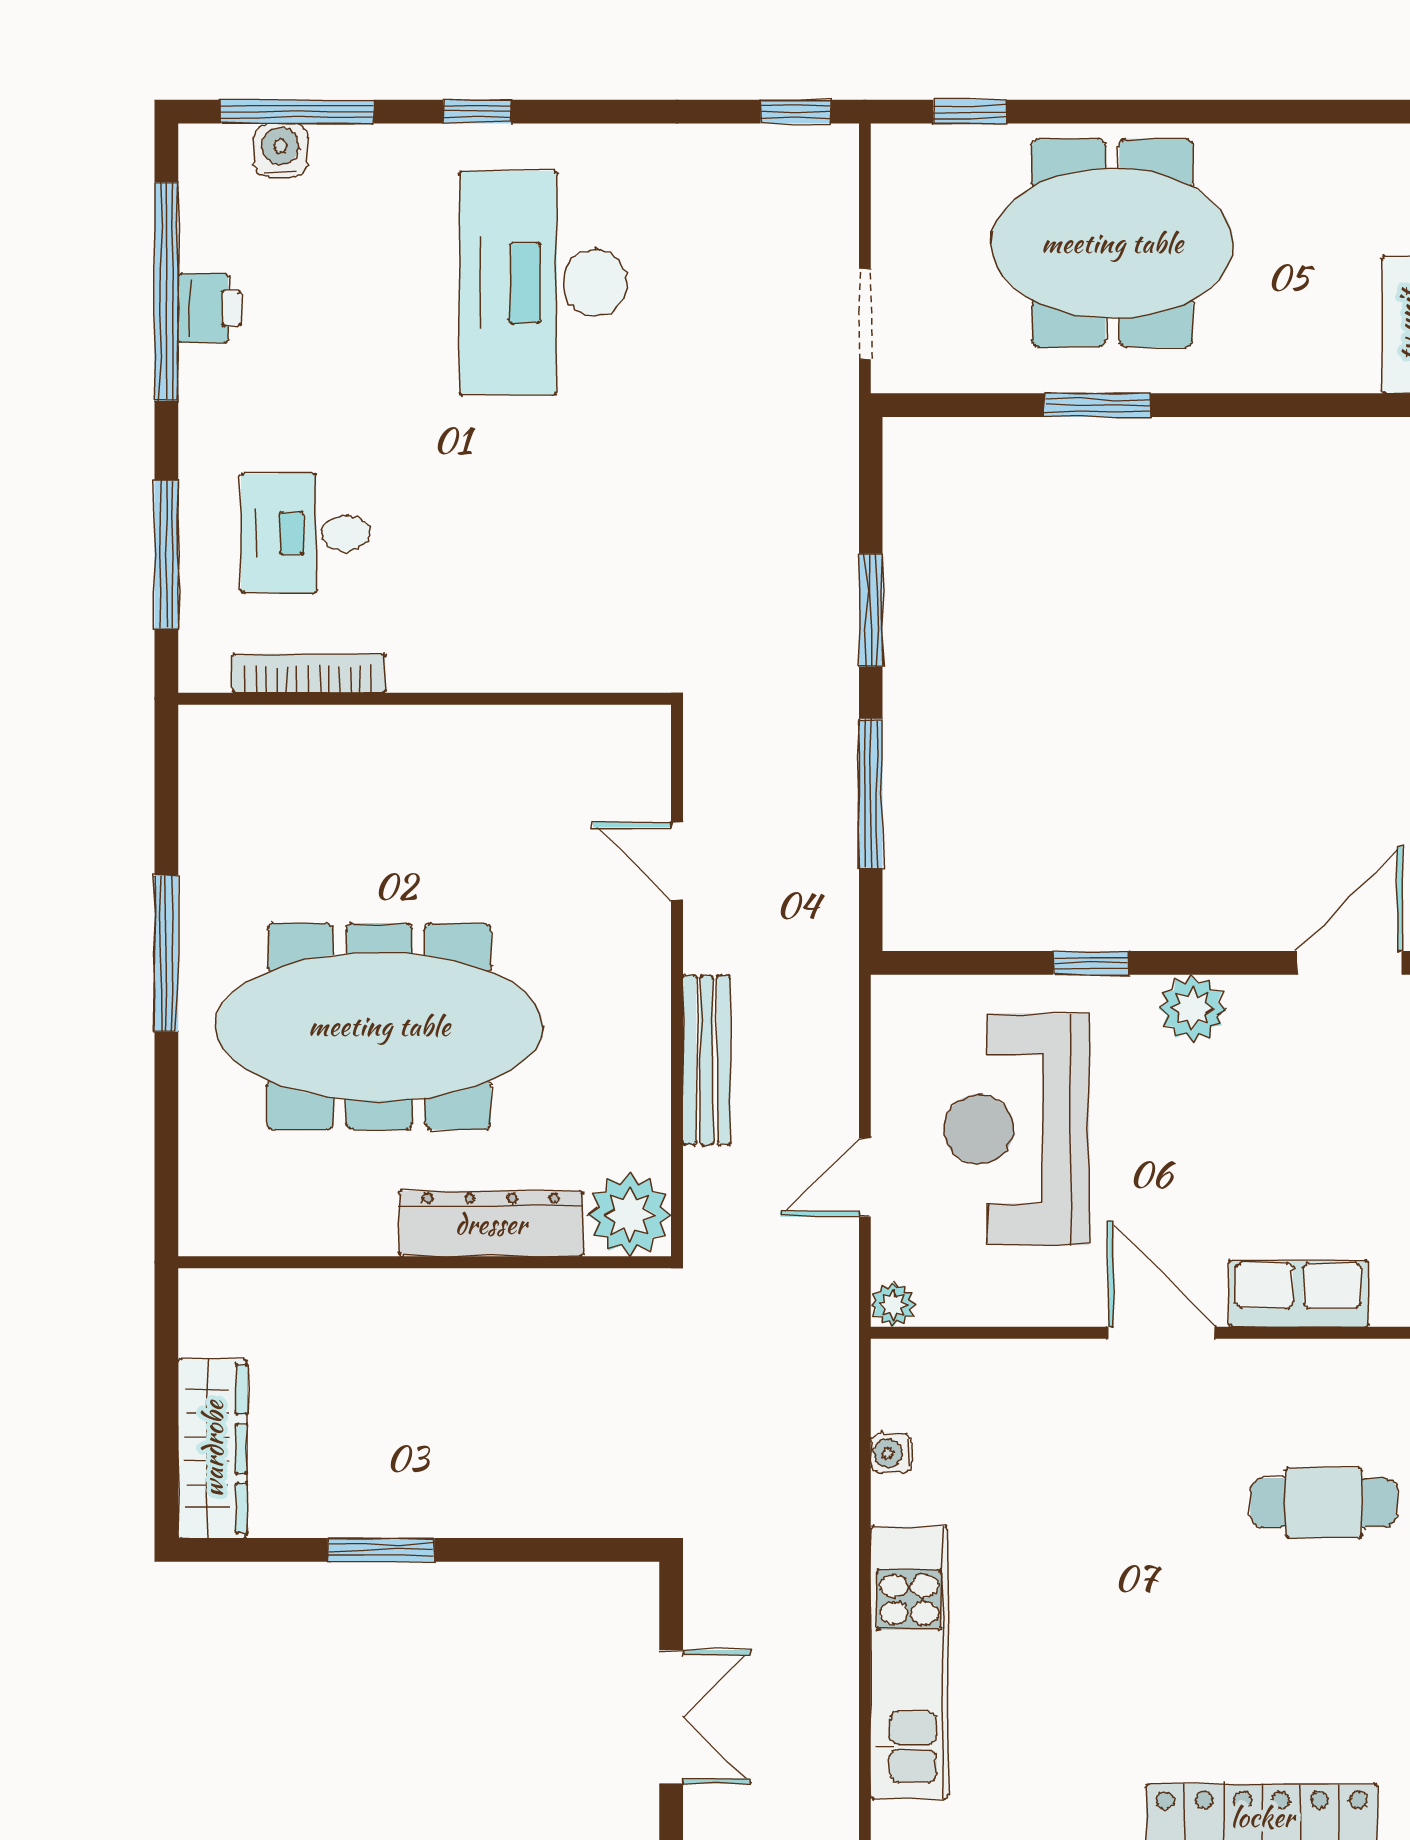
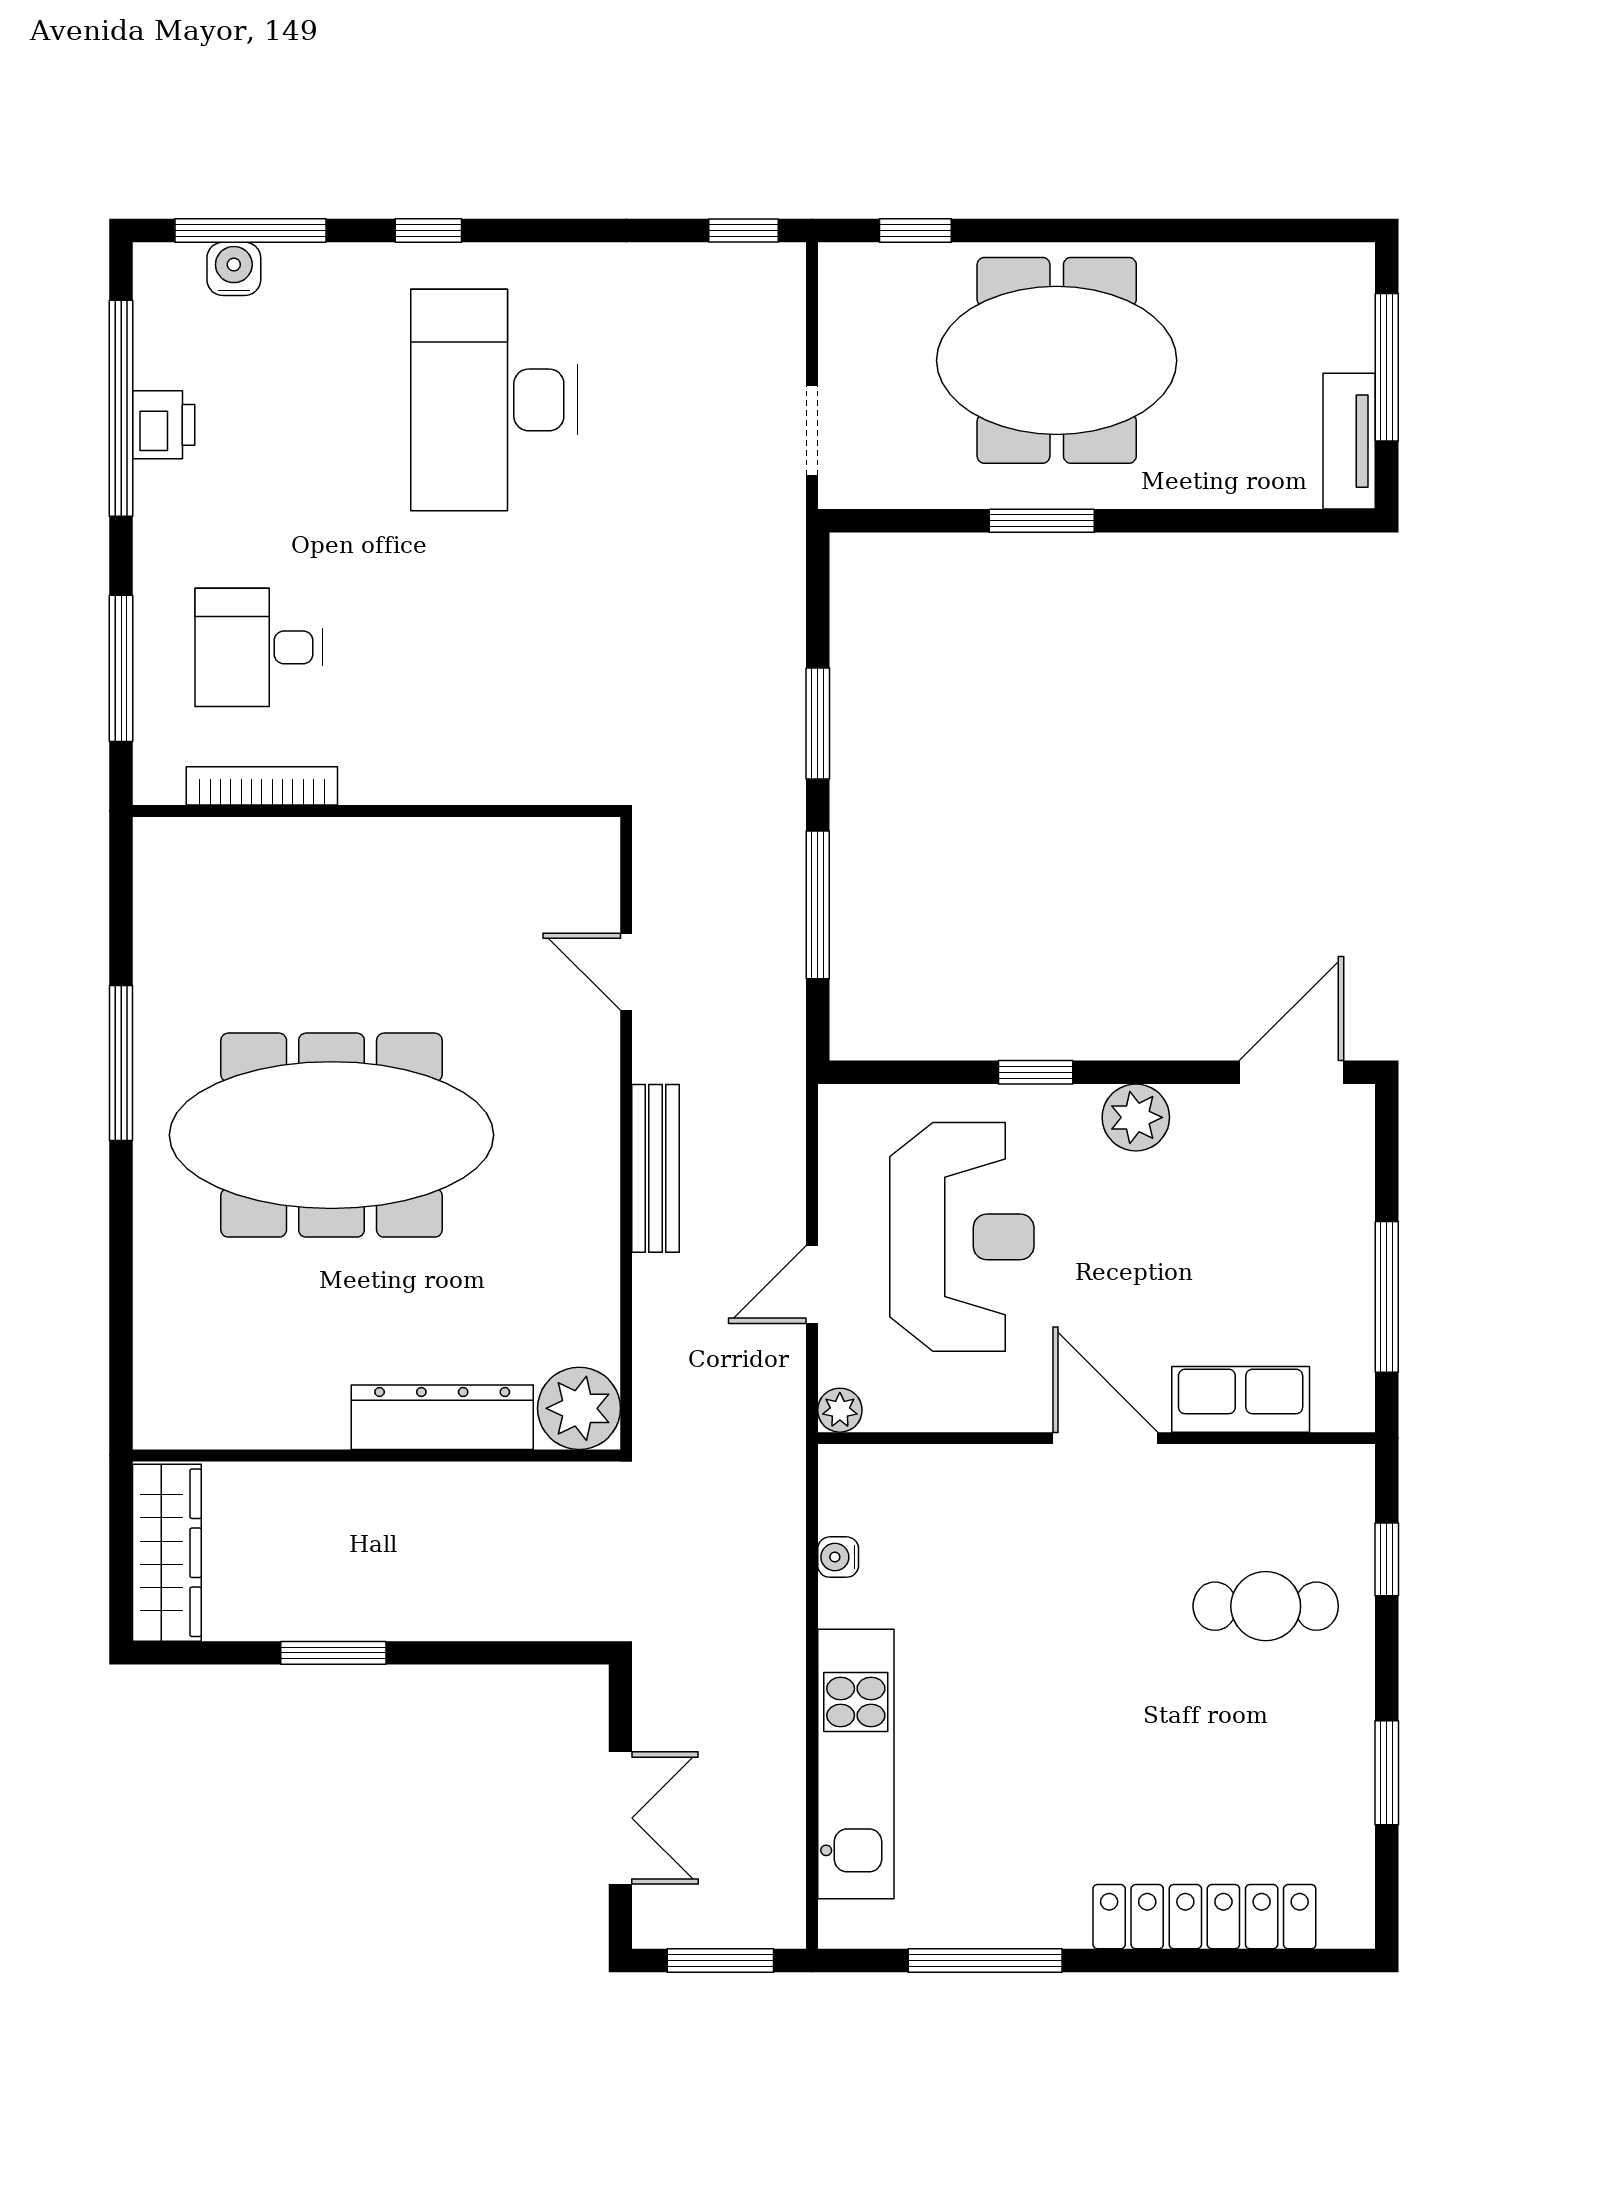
reception desk: (1016, 1129) -> (962, 1237), turned 180
plant: (629, 1215) -> (579, 1408), moved
dresser: (491, 1224) -> (442, 1417), moved
wall: (425, 1262) -> (377, 1455), moved

